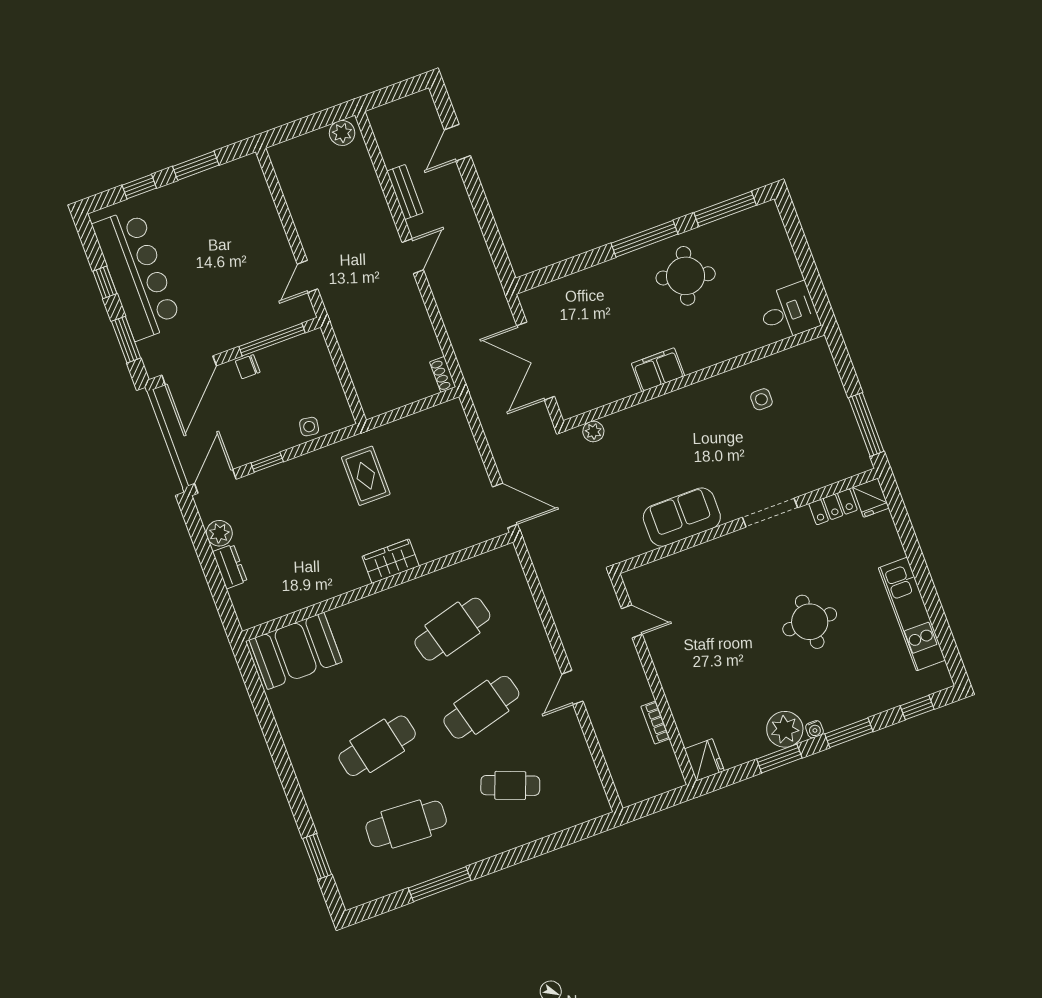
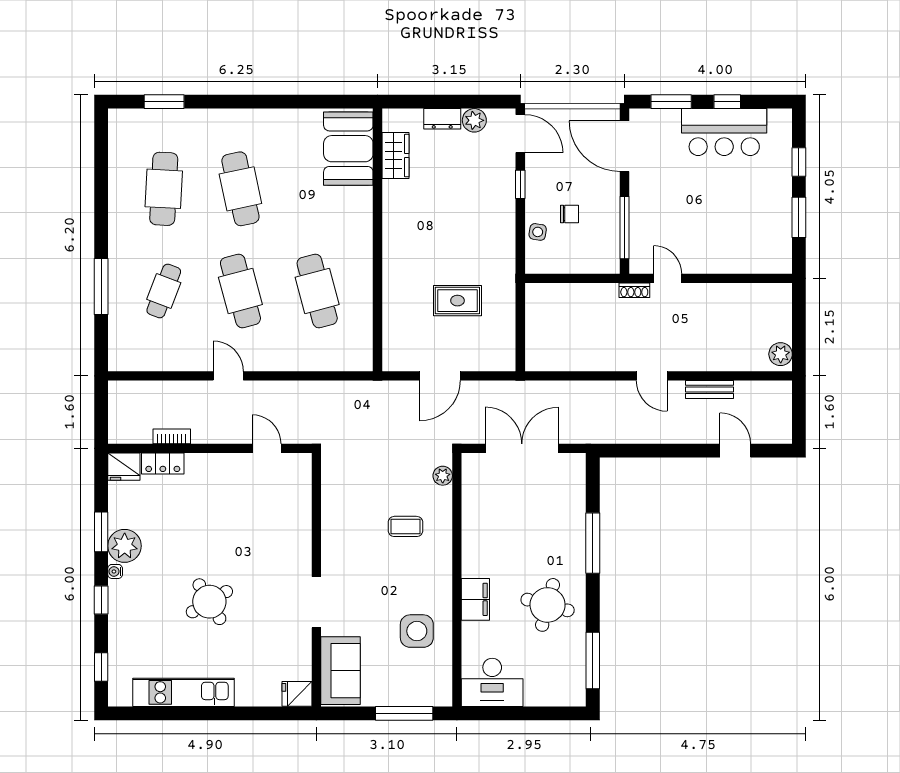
window: (644, 239) -> (593, 543), moved
bar counter: (137, 274) -> (724, 132), width x0.73
desk: (789, 312) -> (492, 682), width x1.37
chair: (248, 367) -> (569, 214), moved, turned 90
filing cabinet: (658, 370) -> (475, 599), moved
shoe rack: (443, 374) -> (634, 290), moved, turned 180
side table: (761, 399) -> (417, 631), width x1.87, depth x1.87
window: (866, 424) -> (404, 713), moved
coffee table: (659, 450) -> (405, 526), added
rug: (366, 476) -> (457, 301), moved
door: (505, 505) -> (440, 376), moved
locker: (833, 507) -> (163, 464), moved, turned -90
sofa: (682, 517) -> (341, 671), moved
wardrobe: (391, 561) -> (395, 156), moved
door: (632, 621) -> (267, 448), swing flipped
round table: (810, 622) -> (209, 602), turned -31
window: (849, 733) -> (101, 600), width x0.67
window: (440, 884) -> (101, 287), moved

